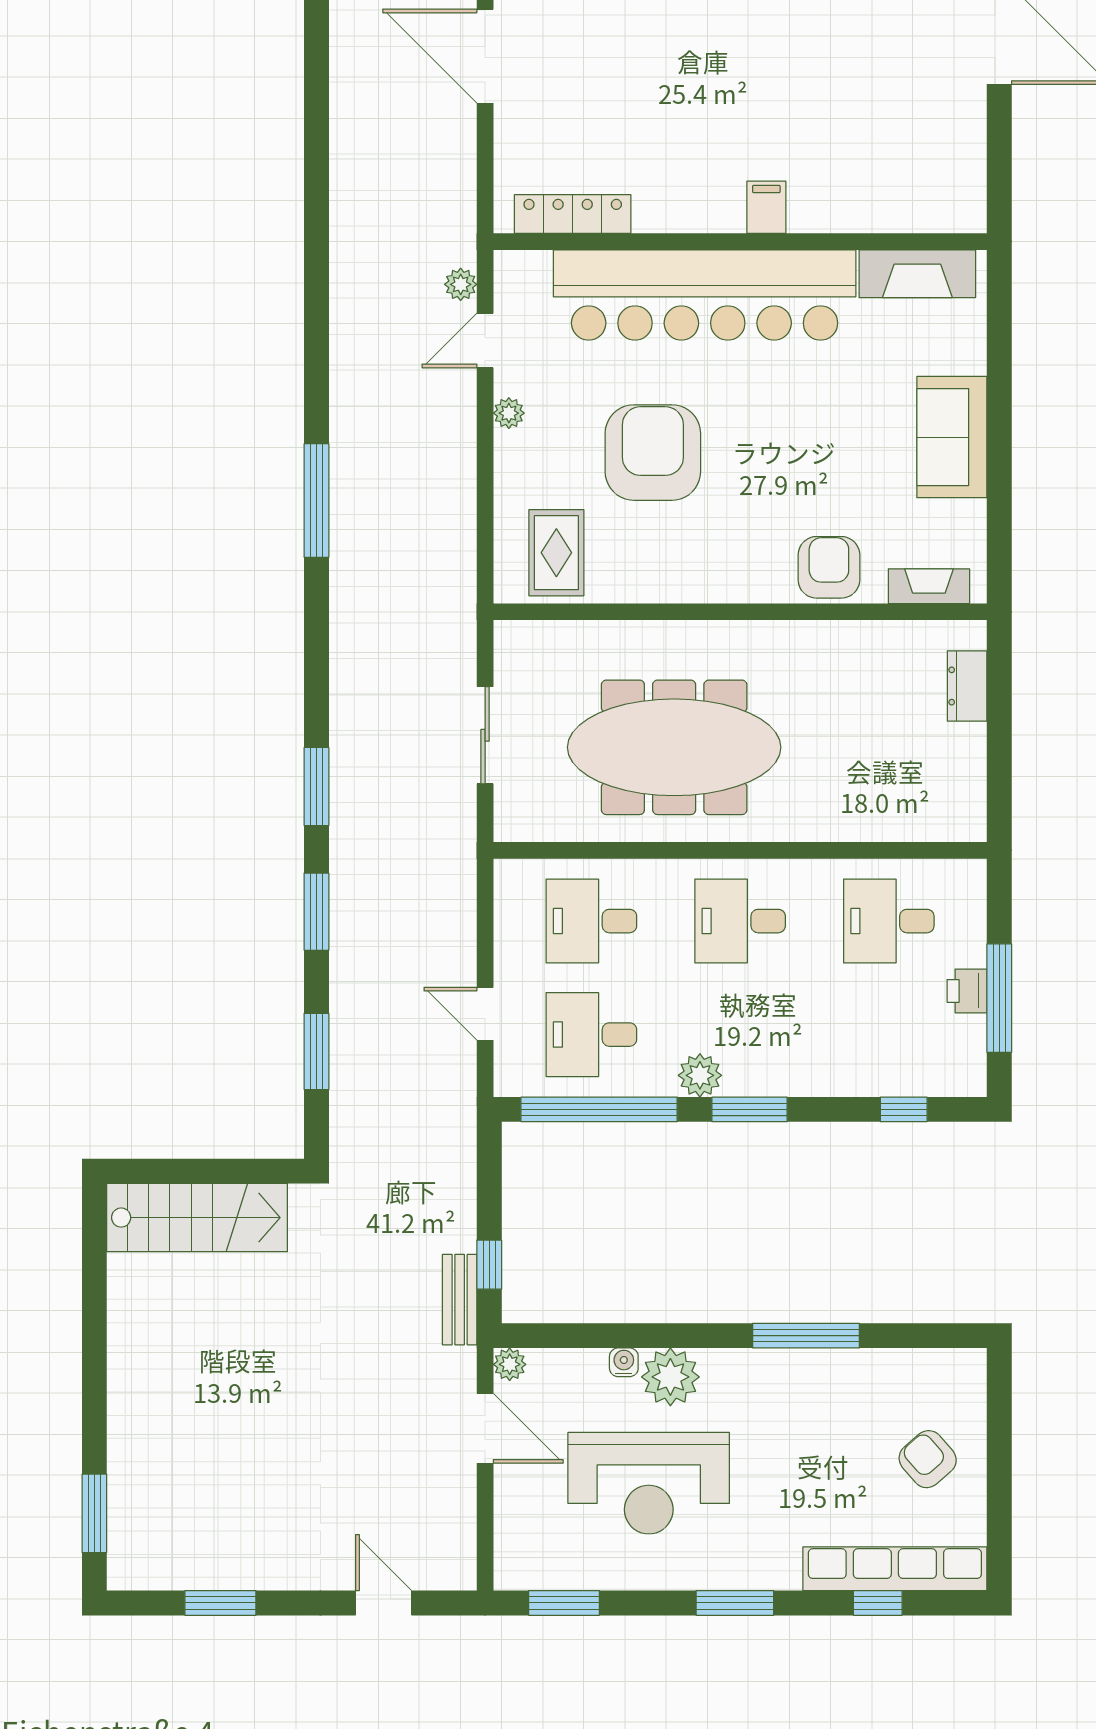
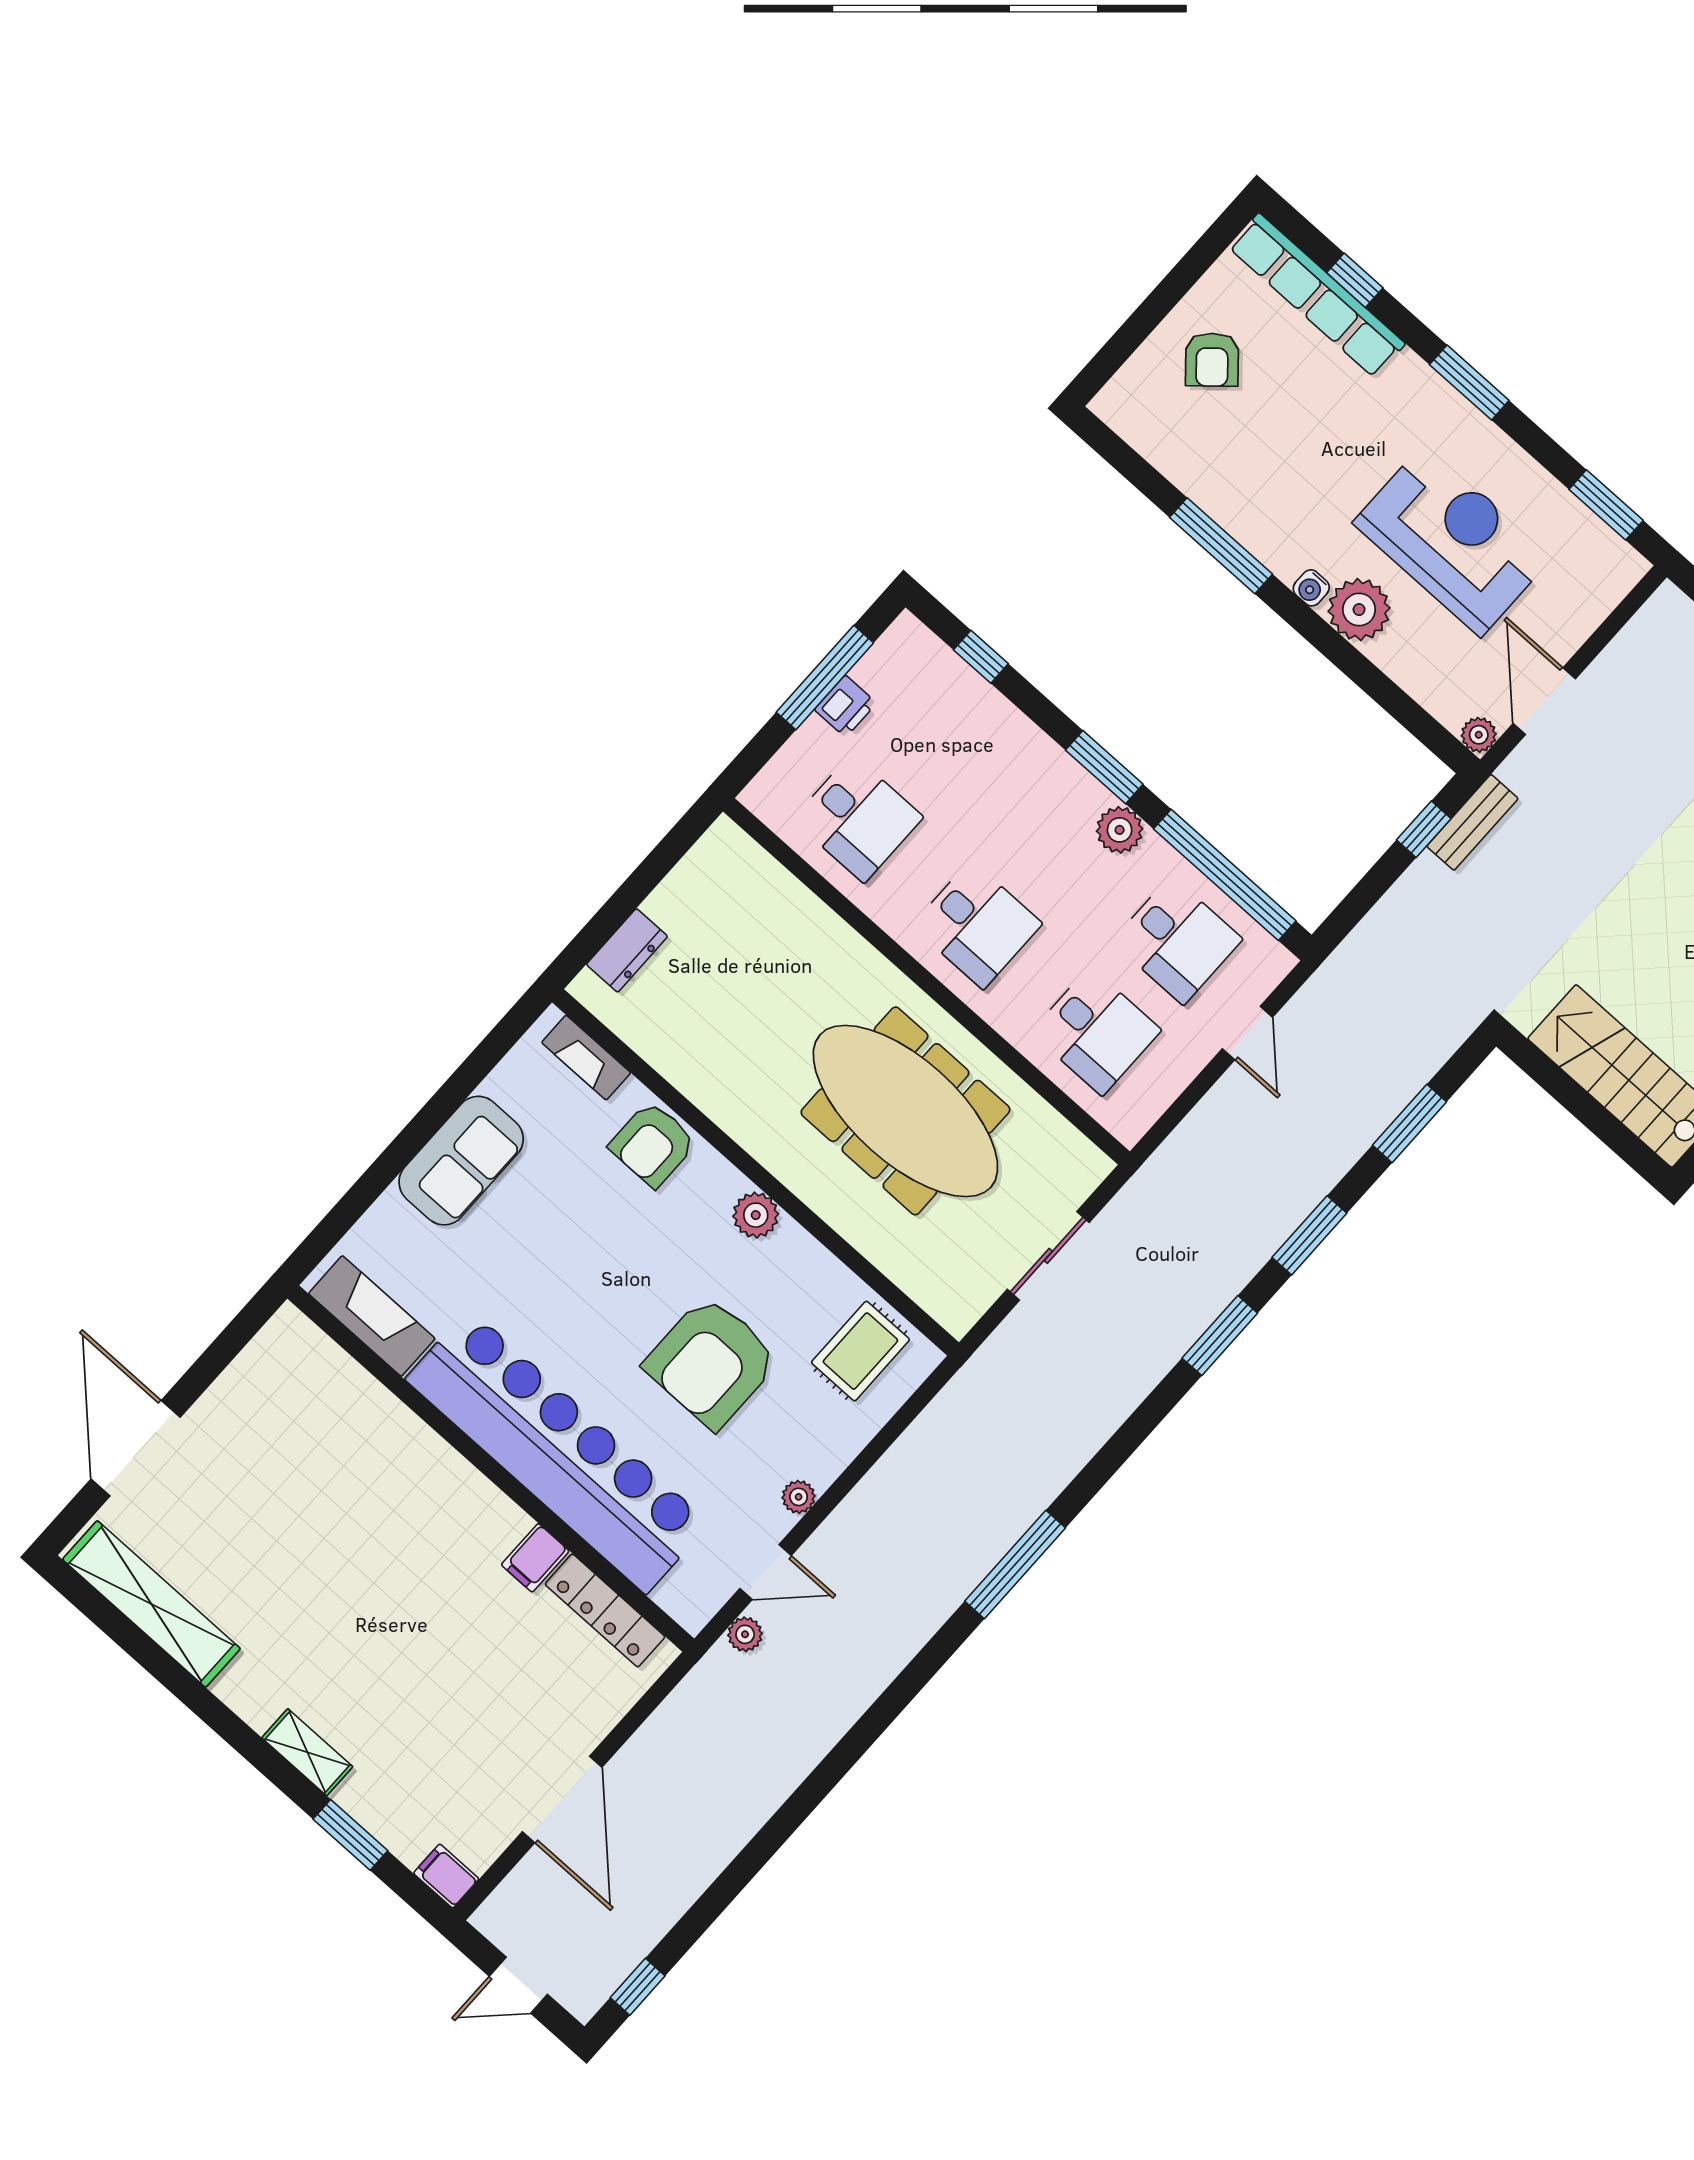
filing cabinet: (766, 207) -> (535, 1558), moved
plant: (713, 582) -> (756, 1215), added
water cooler: (624, 1362) -> (1311, 588), moved

